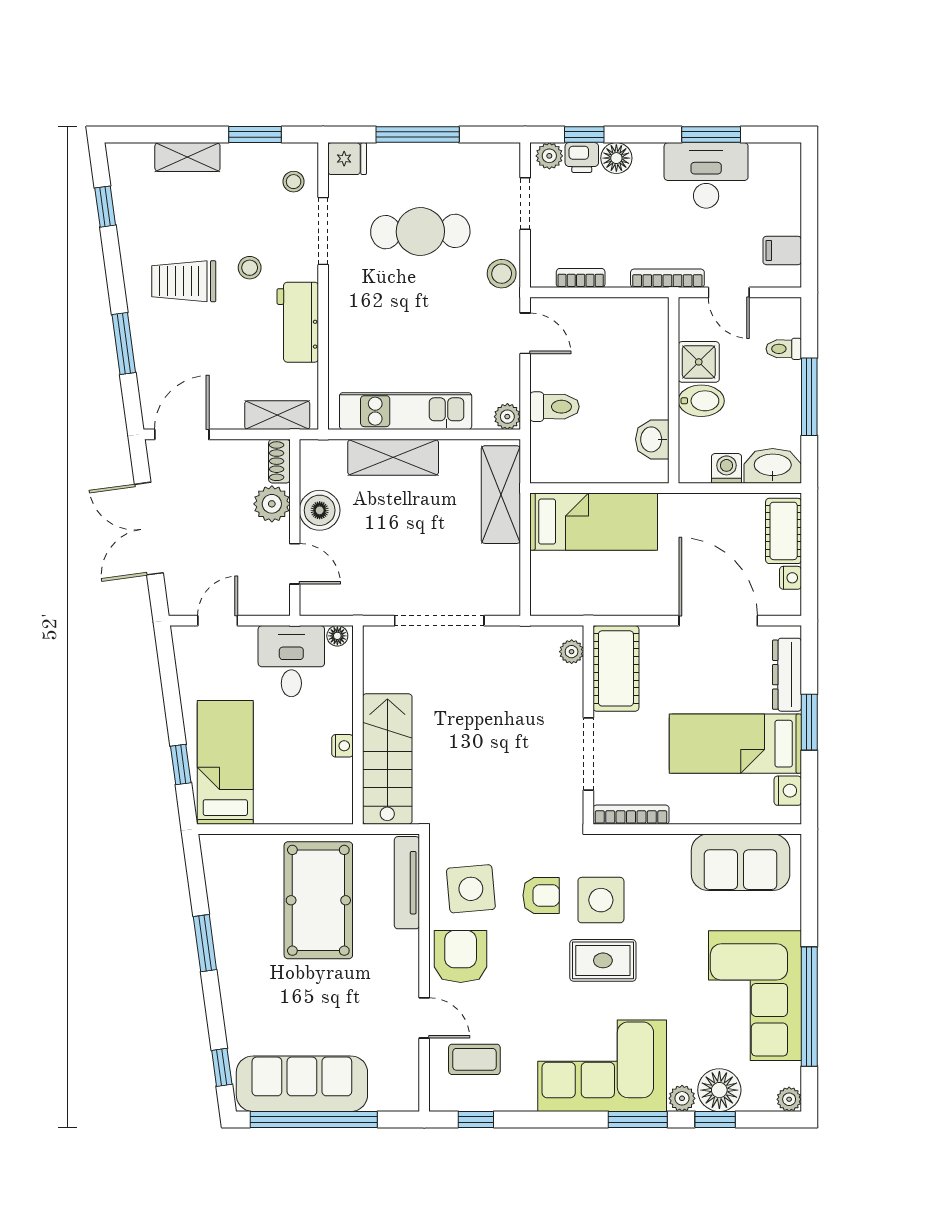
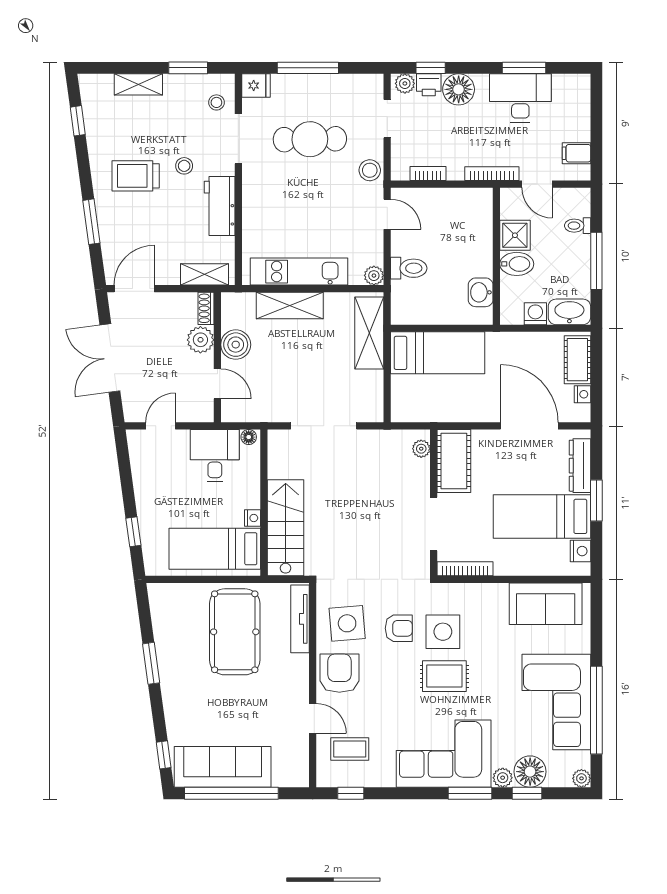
floor lamp: (616, 158) -> (459, 89), width x1.38, depth x1.38
bed: (225, 762) -> (215, 549), moved, turned -90

